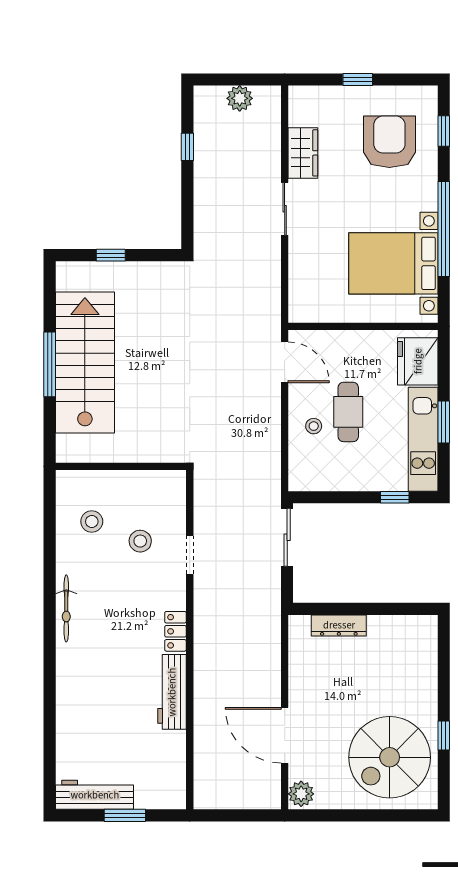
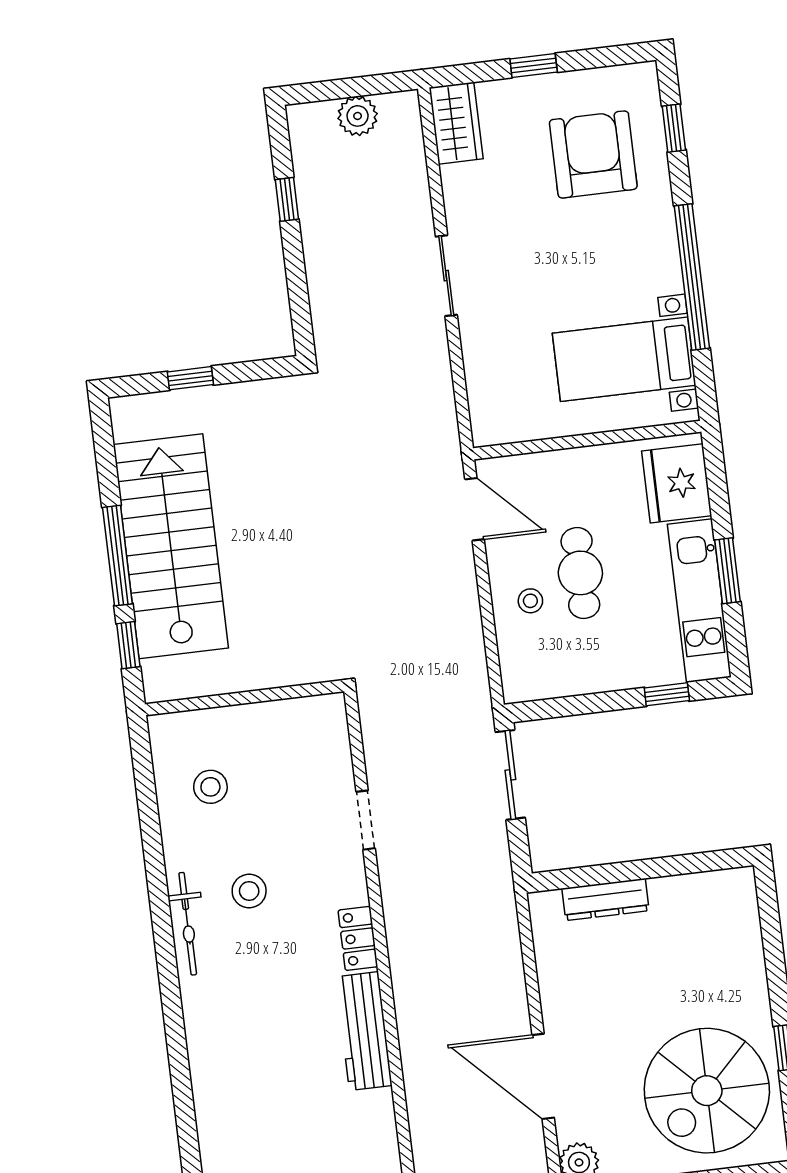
wardrobe: (303, 153) -> (456, 123), moved
bed with nightstands: (393, 263) -> (624, 359), width x0.73
window: (50, 423) -> (128, 645), added
stool: (140, 541) -> (249, 891), moved

